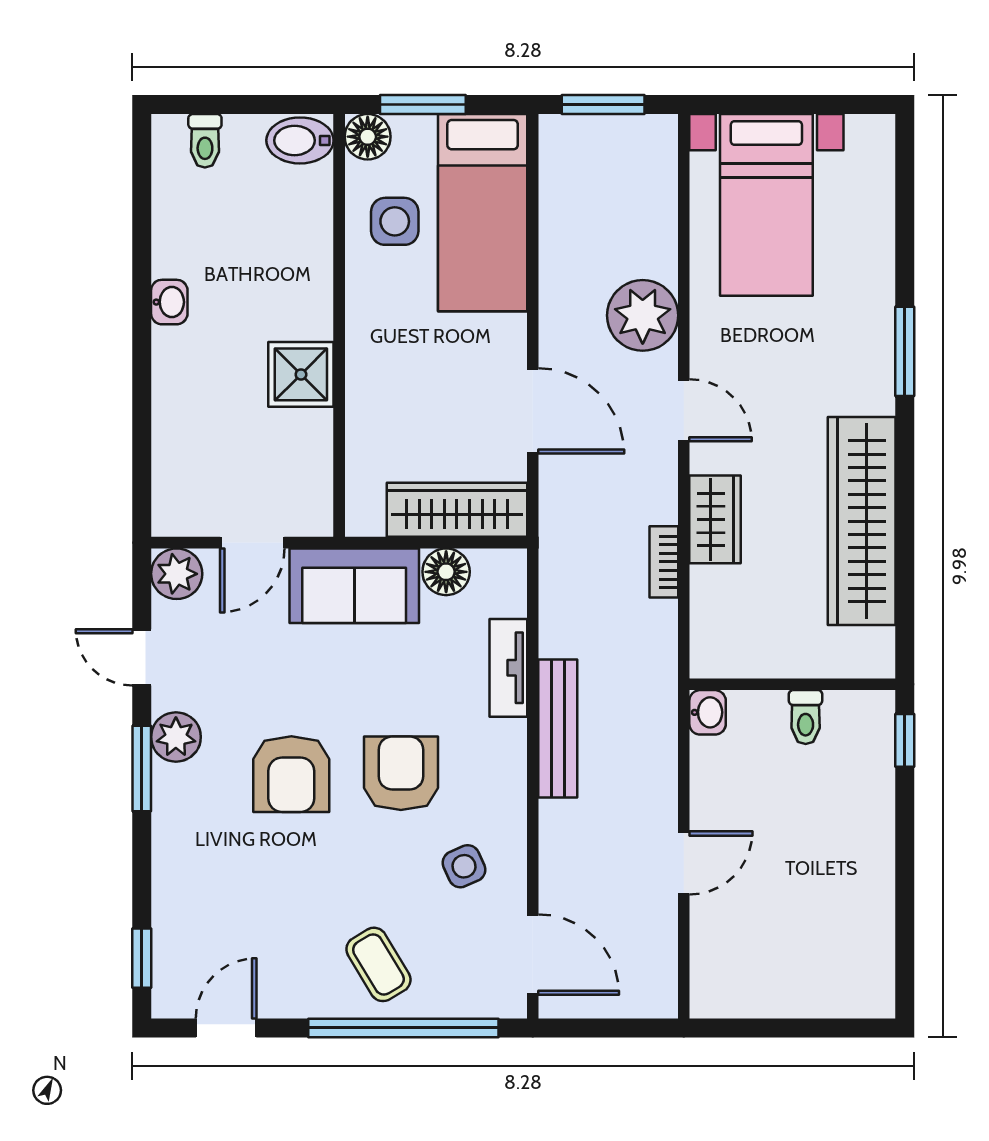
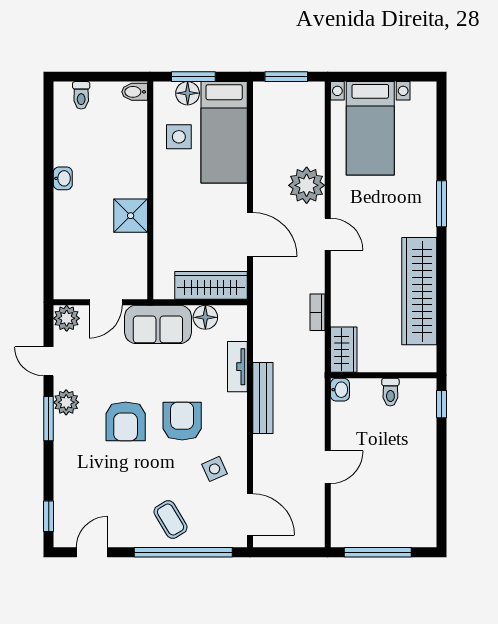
floor lamp: (368, 137) -> (188, 93), moved
bidet: (300, 140) -> (135, 92), width x0.72, depth x0.74
wardrobe: (715, 519) -> (344, 350), moved
window: (781, 1028) -> (378, 552), added

